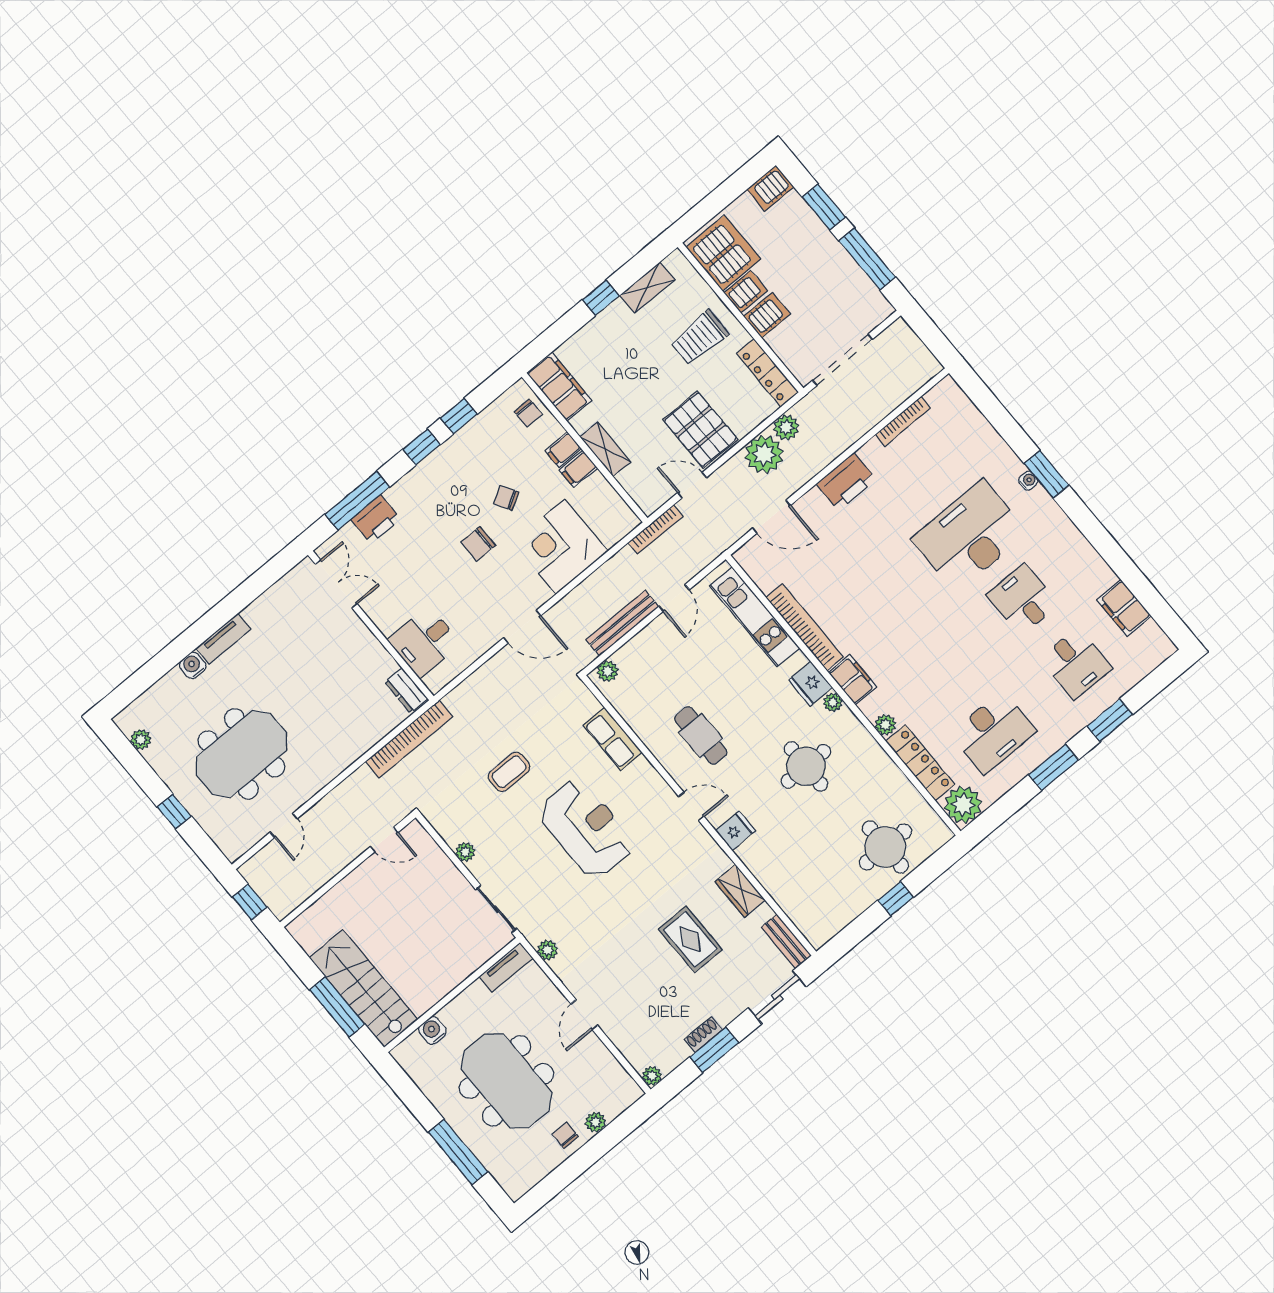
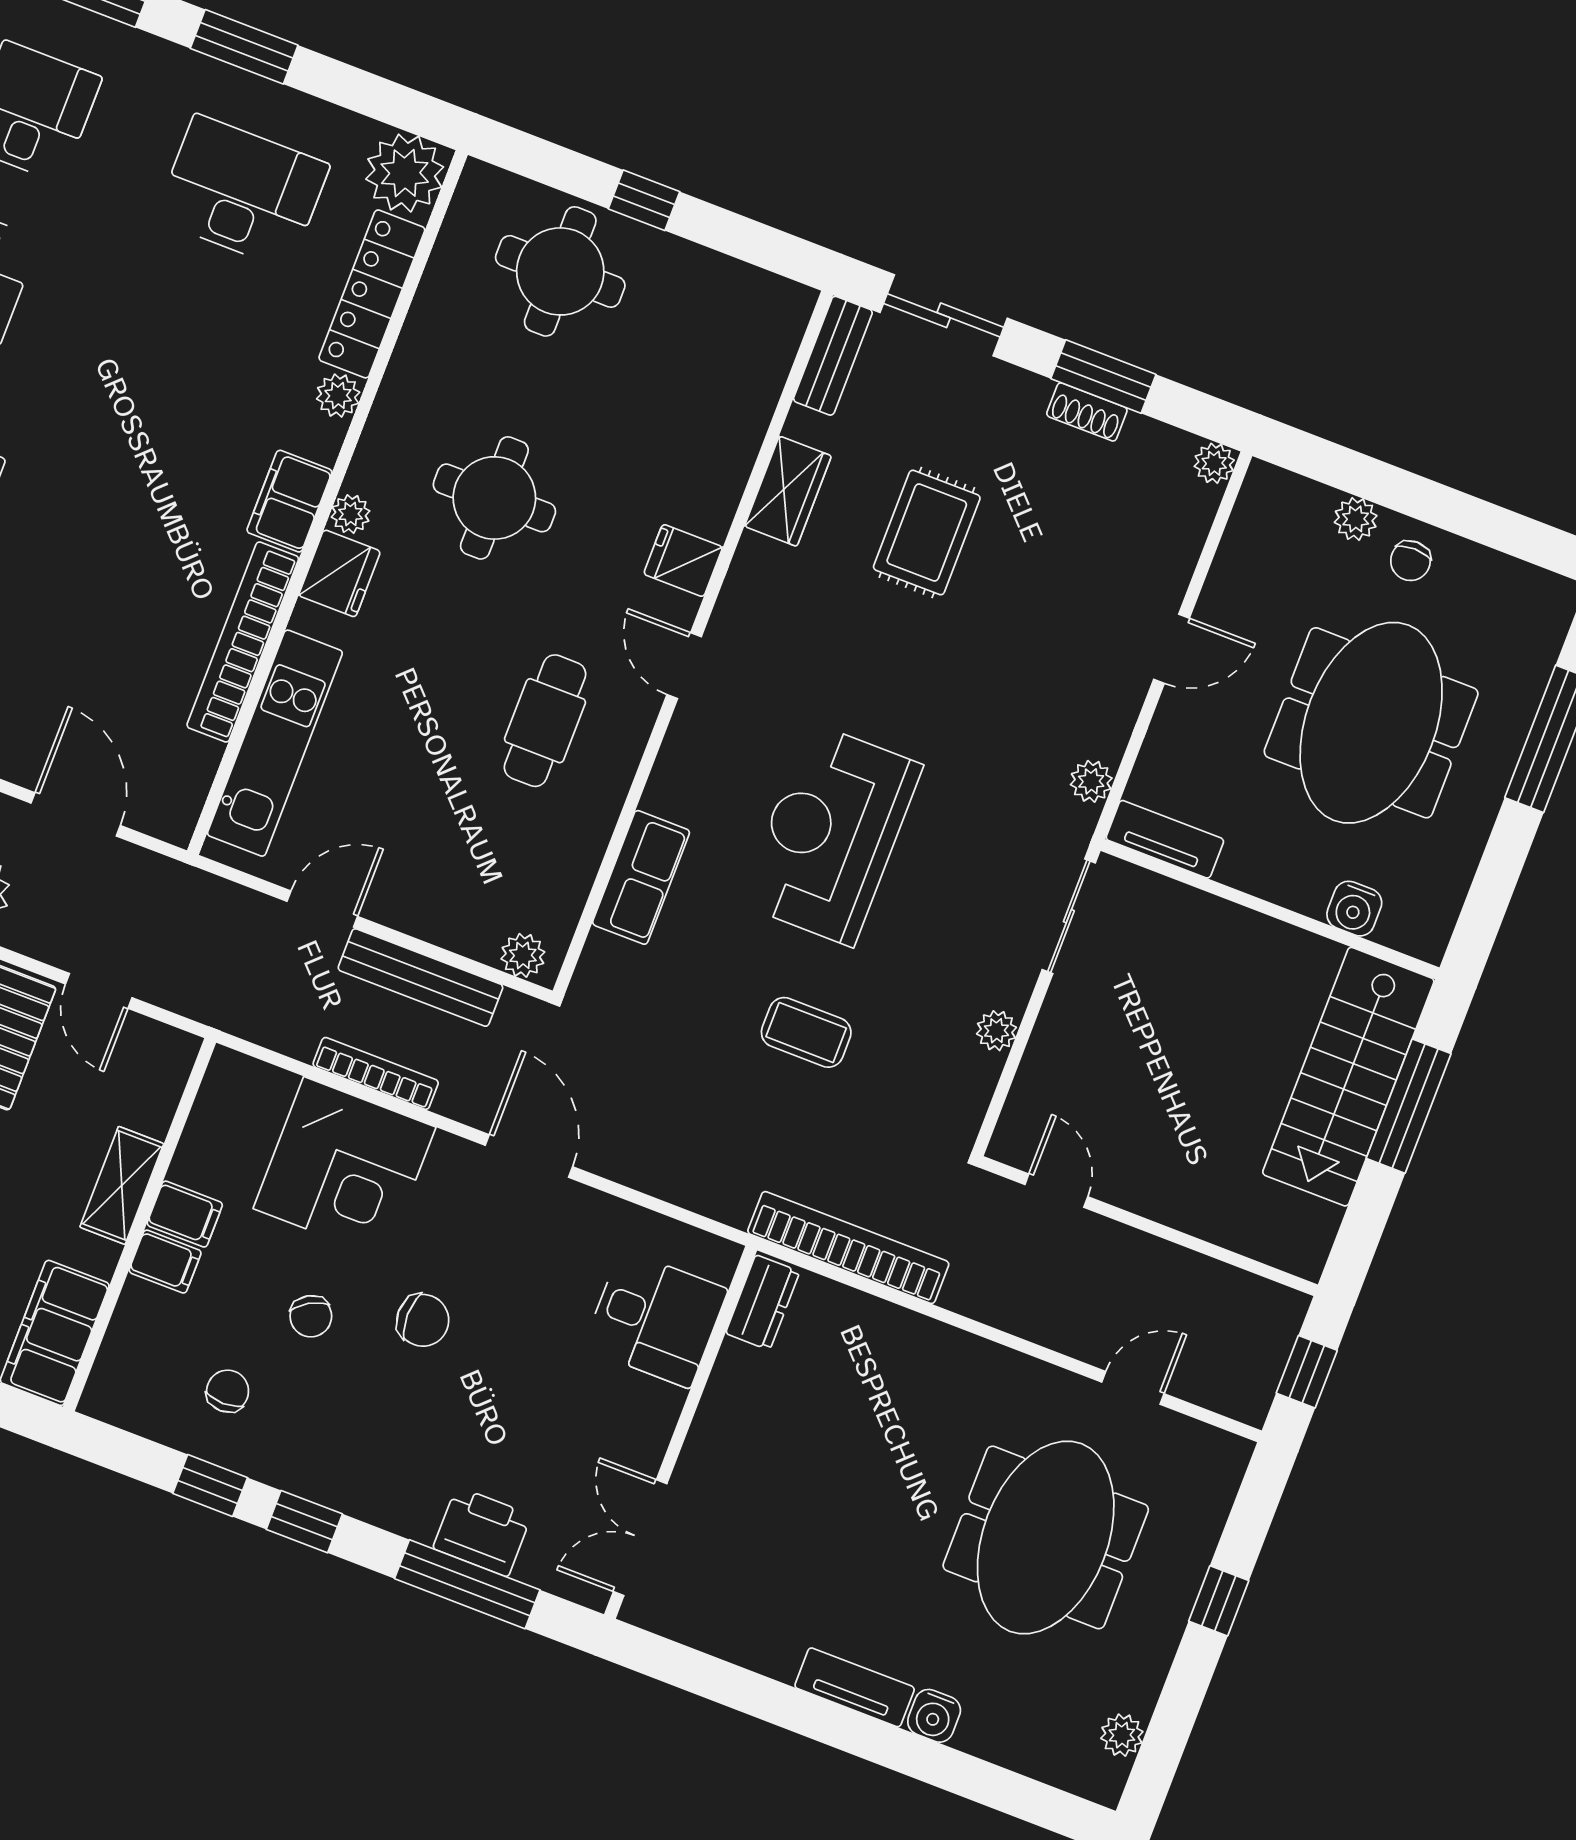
chair: (528, 413) -> (228, 1391), moved
bookcase: (655, 529) -> (376, 1073), moved
meeting table: (241, 754) -> (1046, 1537), turned 90

